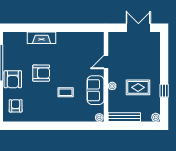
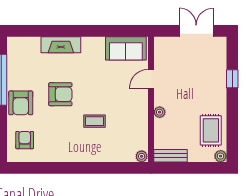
rug: (138, 87) -> (211, 130), moved, turned 90
sofa: (96, 90) -> (126, 48), moved, turned -90
window: (164, 91) -> (232, 79), moved
bench: (124, 117) -> (170, 156), width x0.73

